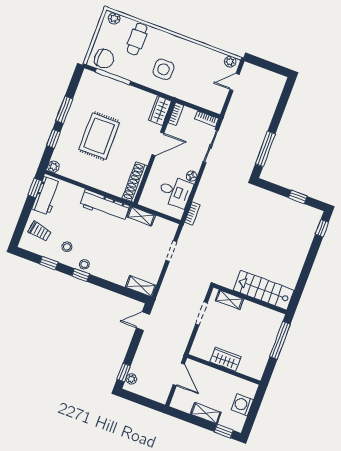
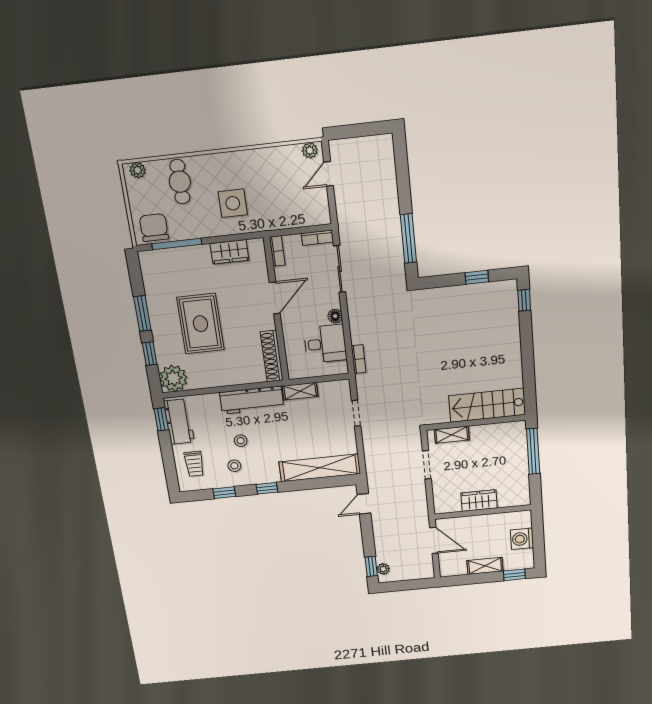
chair: (104, 59) -> (154, 228), turned -90
wardrobe: (160, 111) -> (230, 252), moved, turned -90
plant: (54, 167) -> (173, 378), width x1.87, depth x1.87
trolley: (40, 231) -> (194, 464), turned 80
stool: (84, 264) -> (241, 441), moved
shelving: (141, 286) -> (320, 468), width x2.20, depth x1.33

